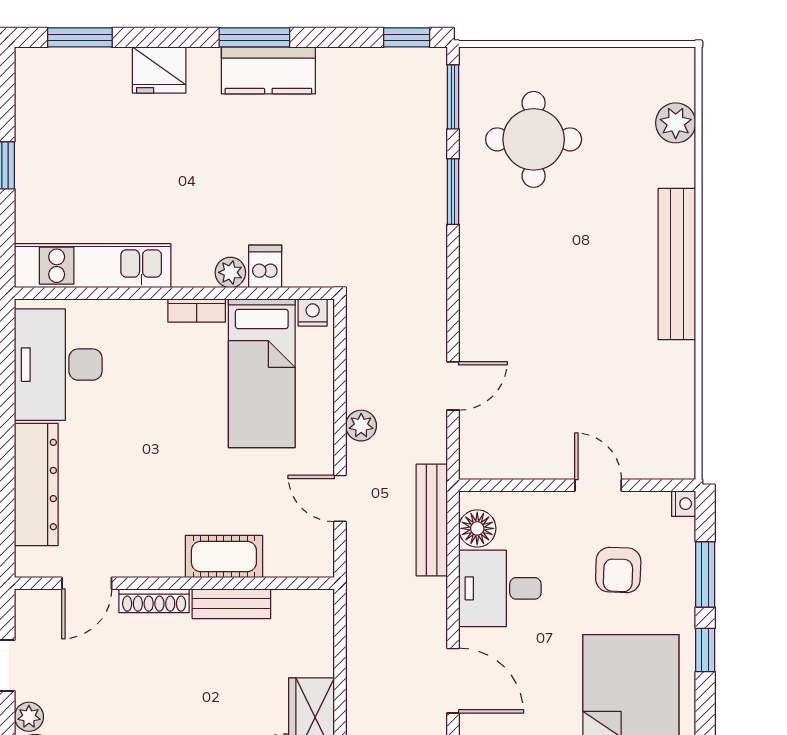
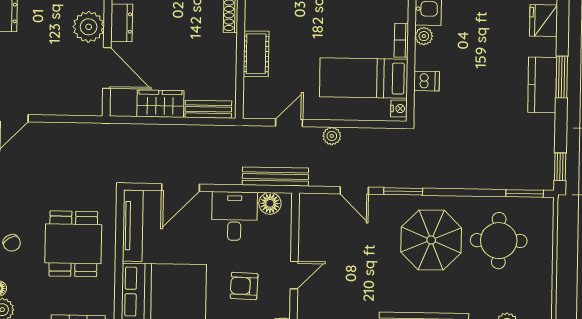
window: (453, 192) -> (403, 191), moved
parasol: (535, 254) -> (431, 240), added
plant: (230, 272) -> (424, 36), moved
bench: (231, 604) -> (208, 109), moved, turned 90

